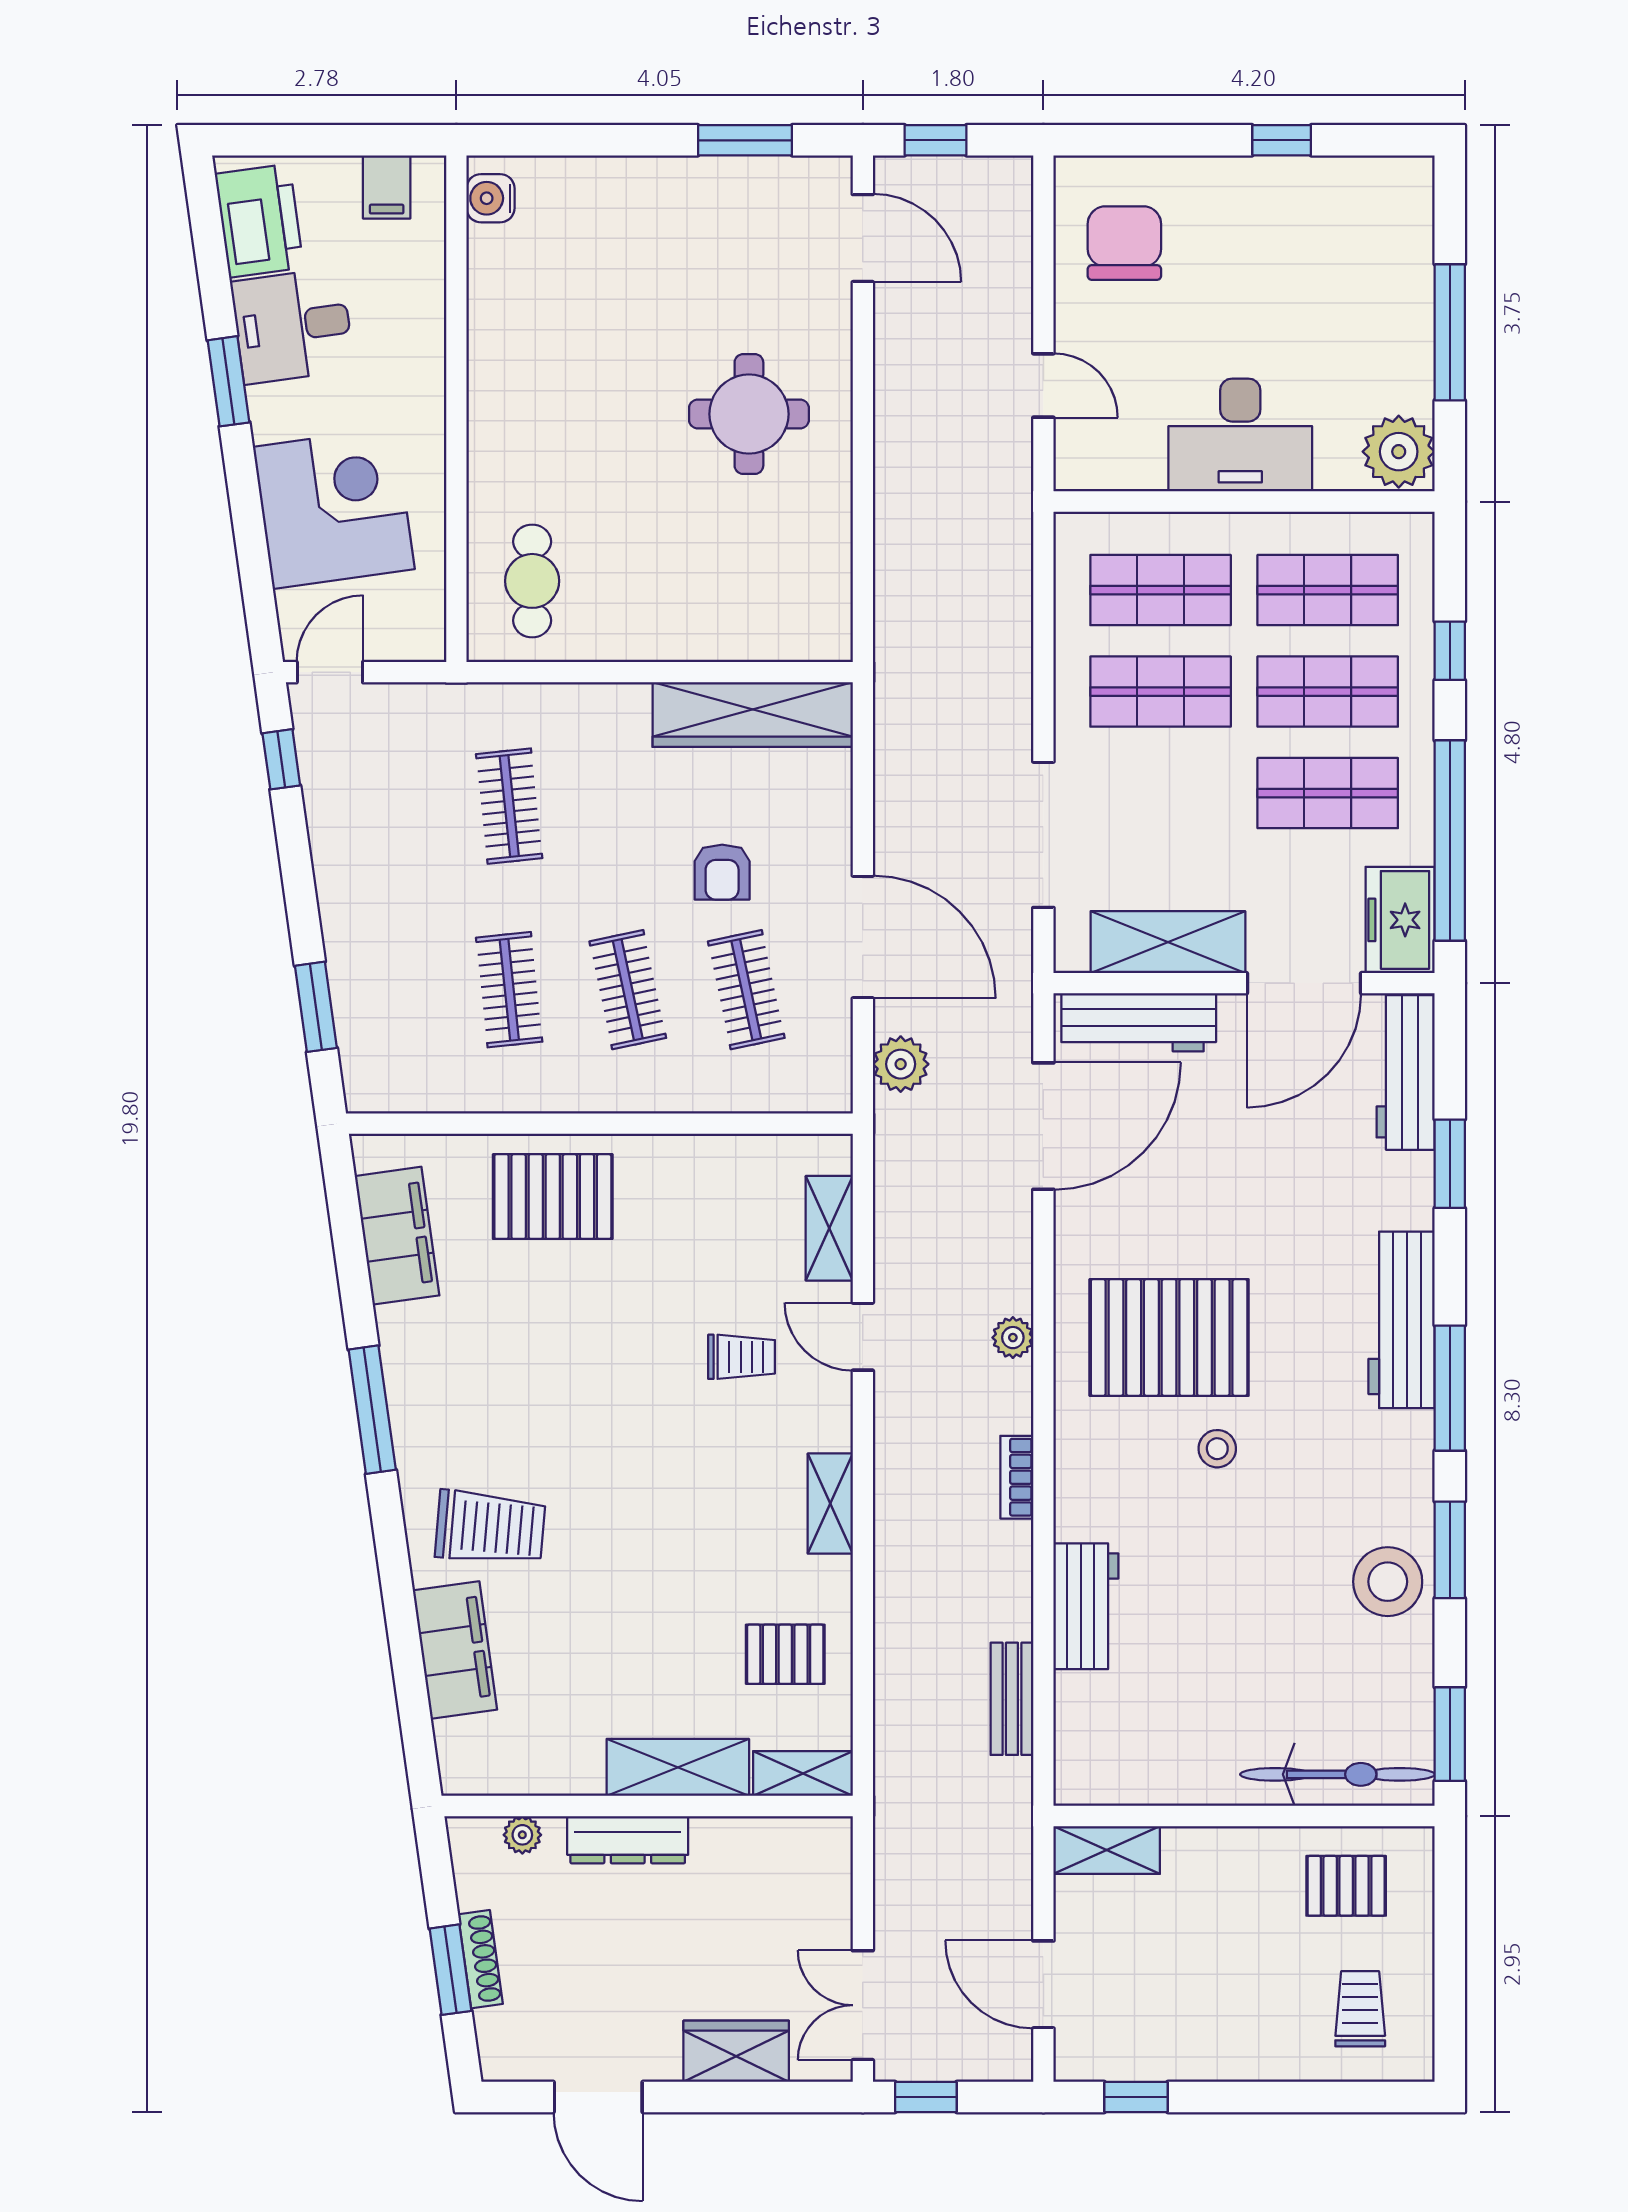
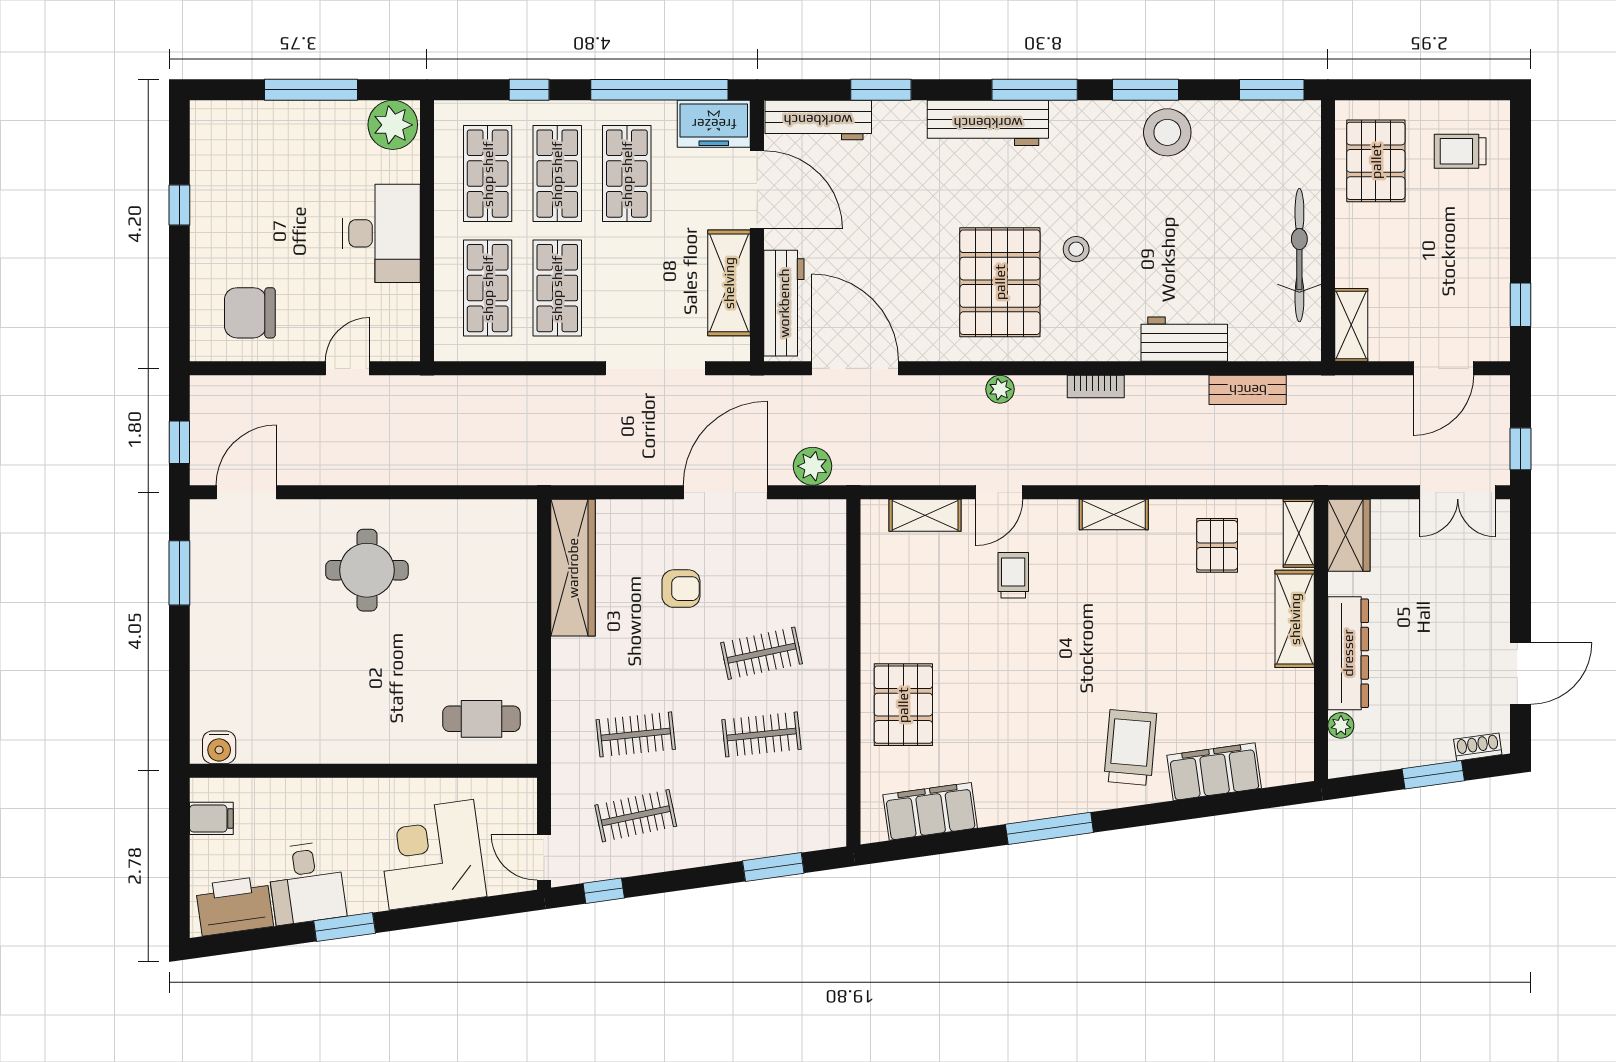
clothes rail: (746, 990) -> (636, 816), moved
bicycle: (1337, 1774) -> (1299, 255), moved
dresser: (628, 1840) -> (1348, 653), width x1.37, depth x1.24
pallet: (1346, 1886) -> (1376, 161), width x1.50, depth x1.42
shoe rack: (480, 1959) -> (1478, 747), moved, width x0.70
wardrobe: (736, 2051) -> (1349, 535), moved, turned 180

